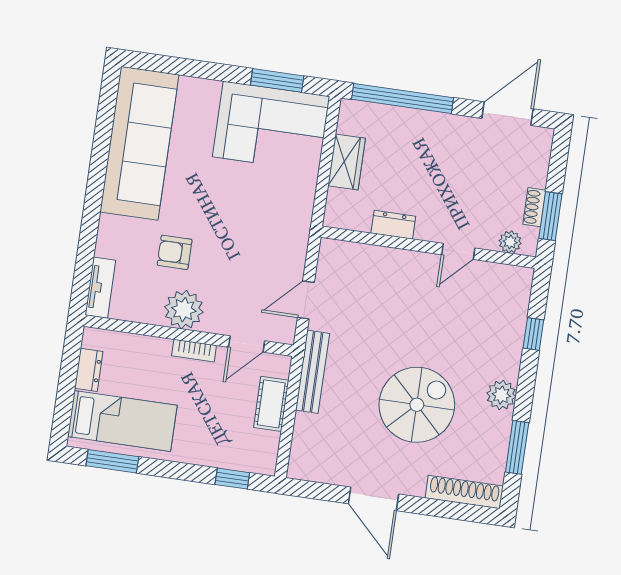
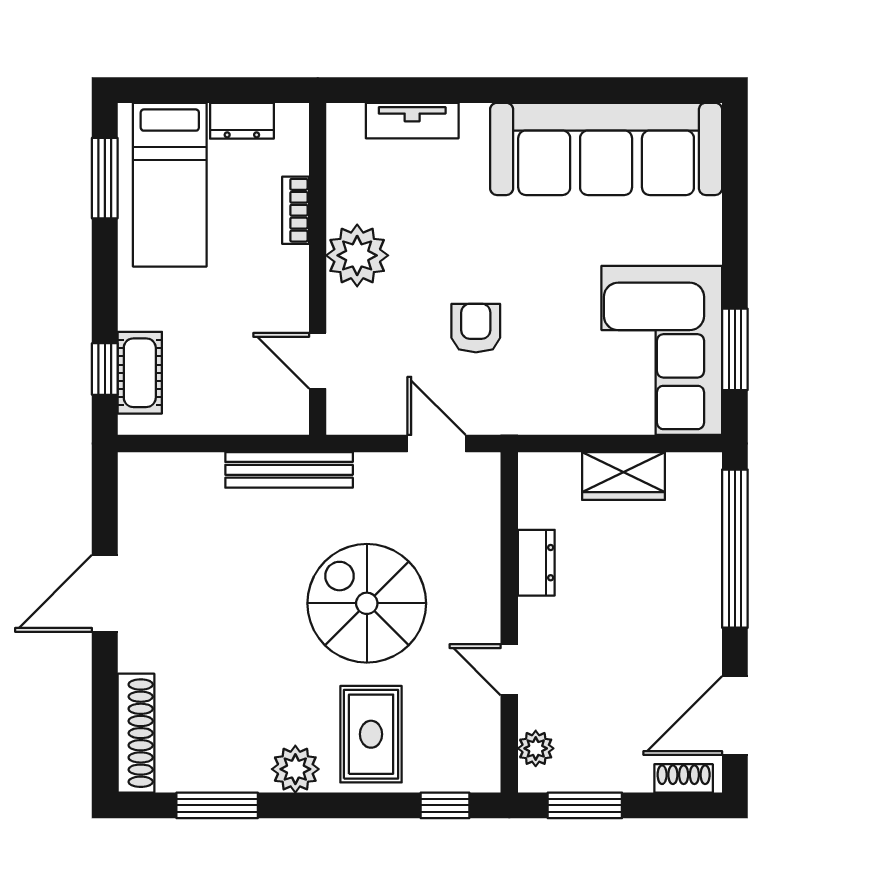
door: (507, 114) -> (735, 716), swing flipped
shoe rack: (534, 207) -> (684, 778), moved
armchair: (175, 252) -> (476, 328), moved
tv unit: (100, 288) -> (412, 121), moved
door: (306, 300) -> (436, 443), moved
window: (533, 334) -> (445, 805), moved
rug: (486, 344) -> (371, 734), added
bookcase: (194, 351) -> (296, 210), moved
cot: (271, 404) -> (140, 373), moved, turned 90
spiral stairs: (417, 405) -> (367, 603), moved, turned 180

